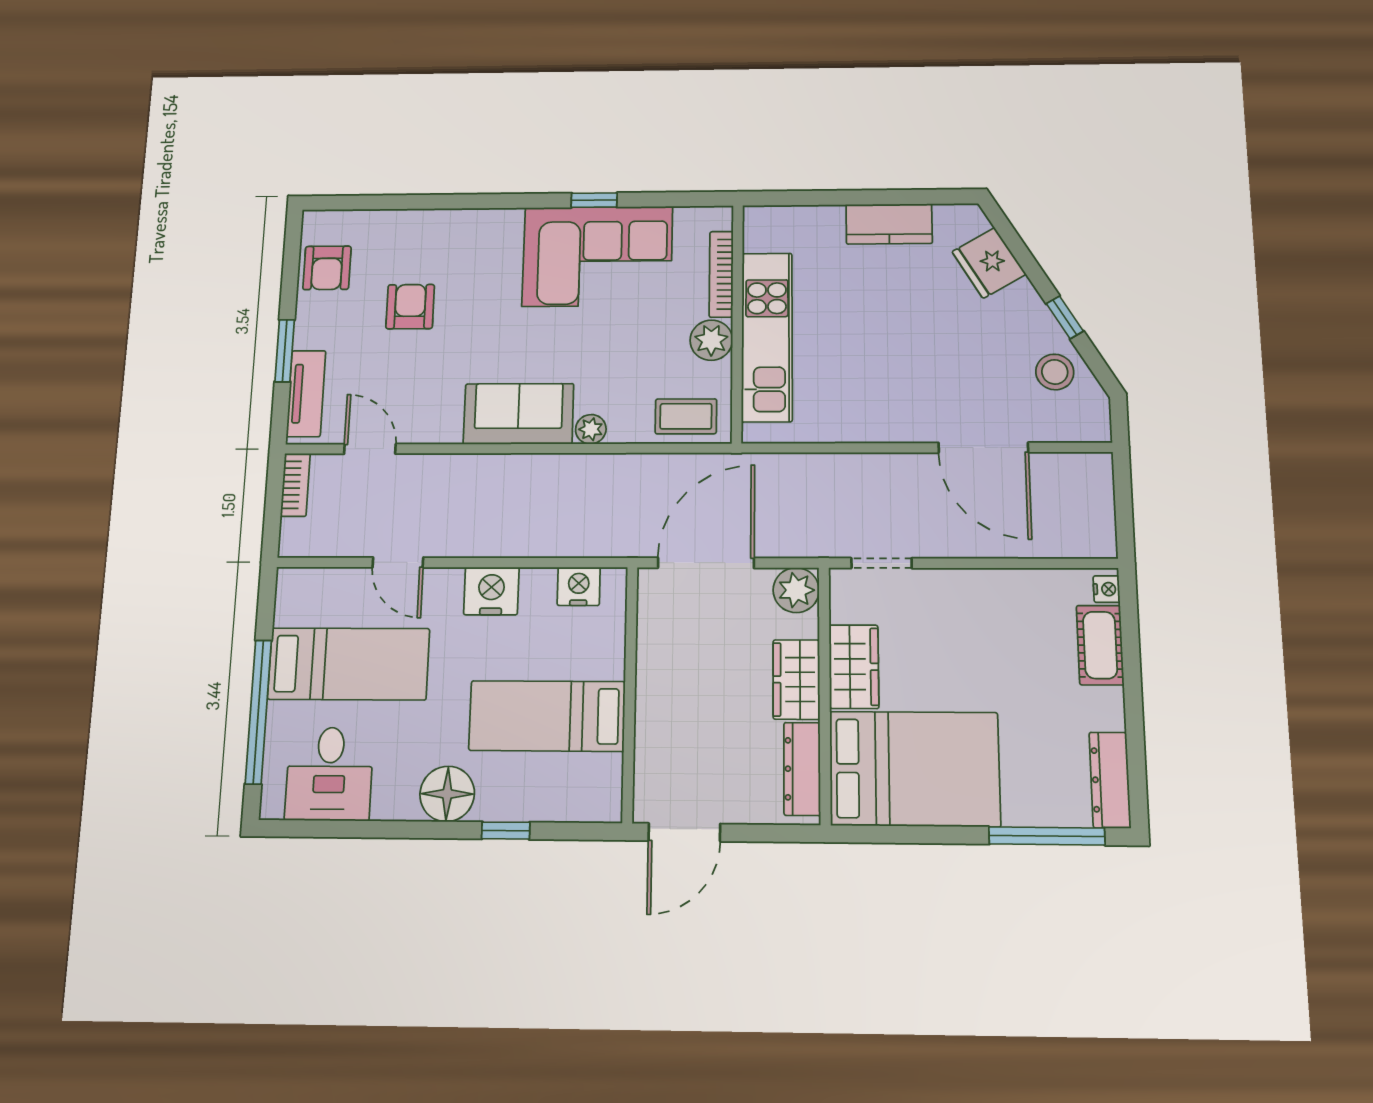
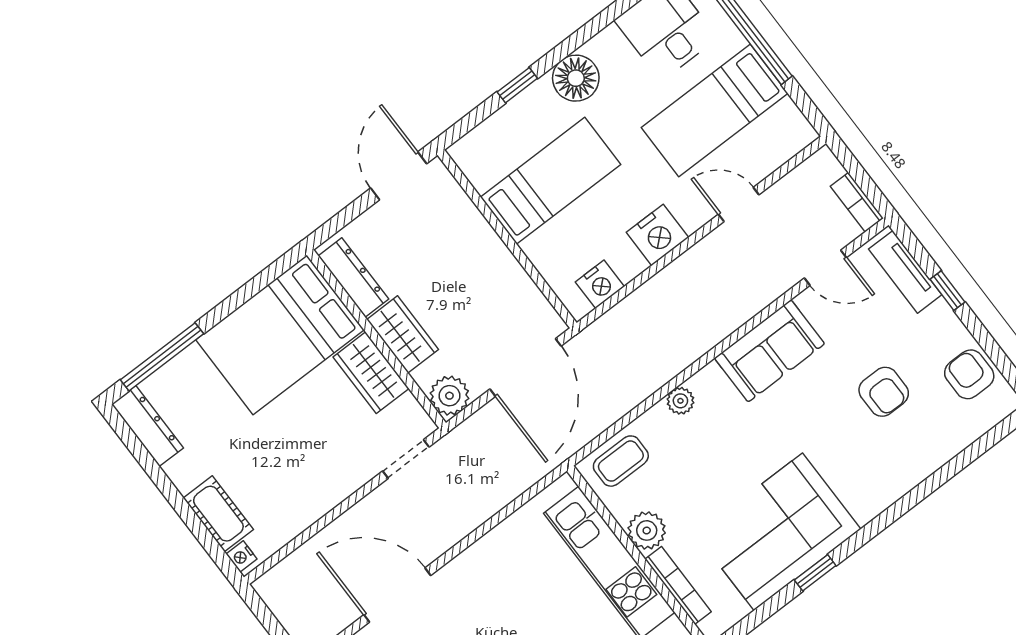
window: (285, 351) -> (948, 291), width x0.67
sofa: (519, 414) -> (770, 351), moved

